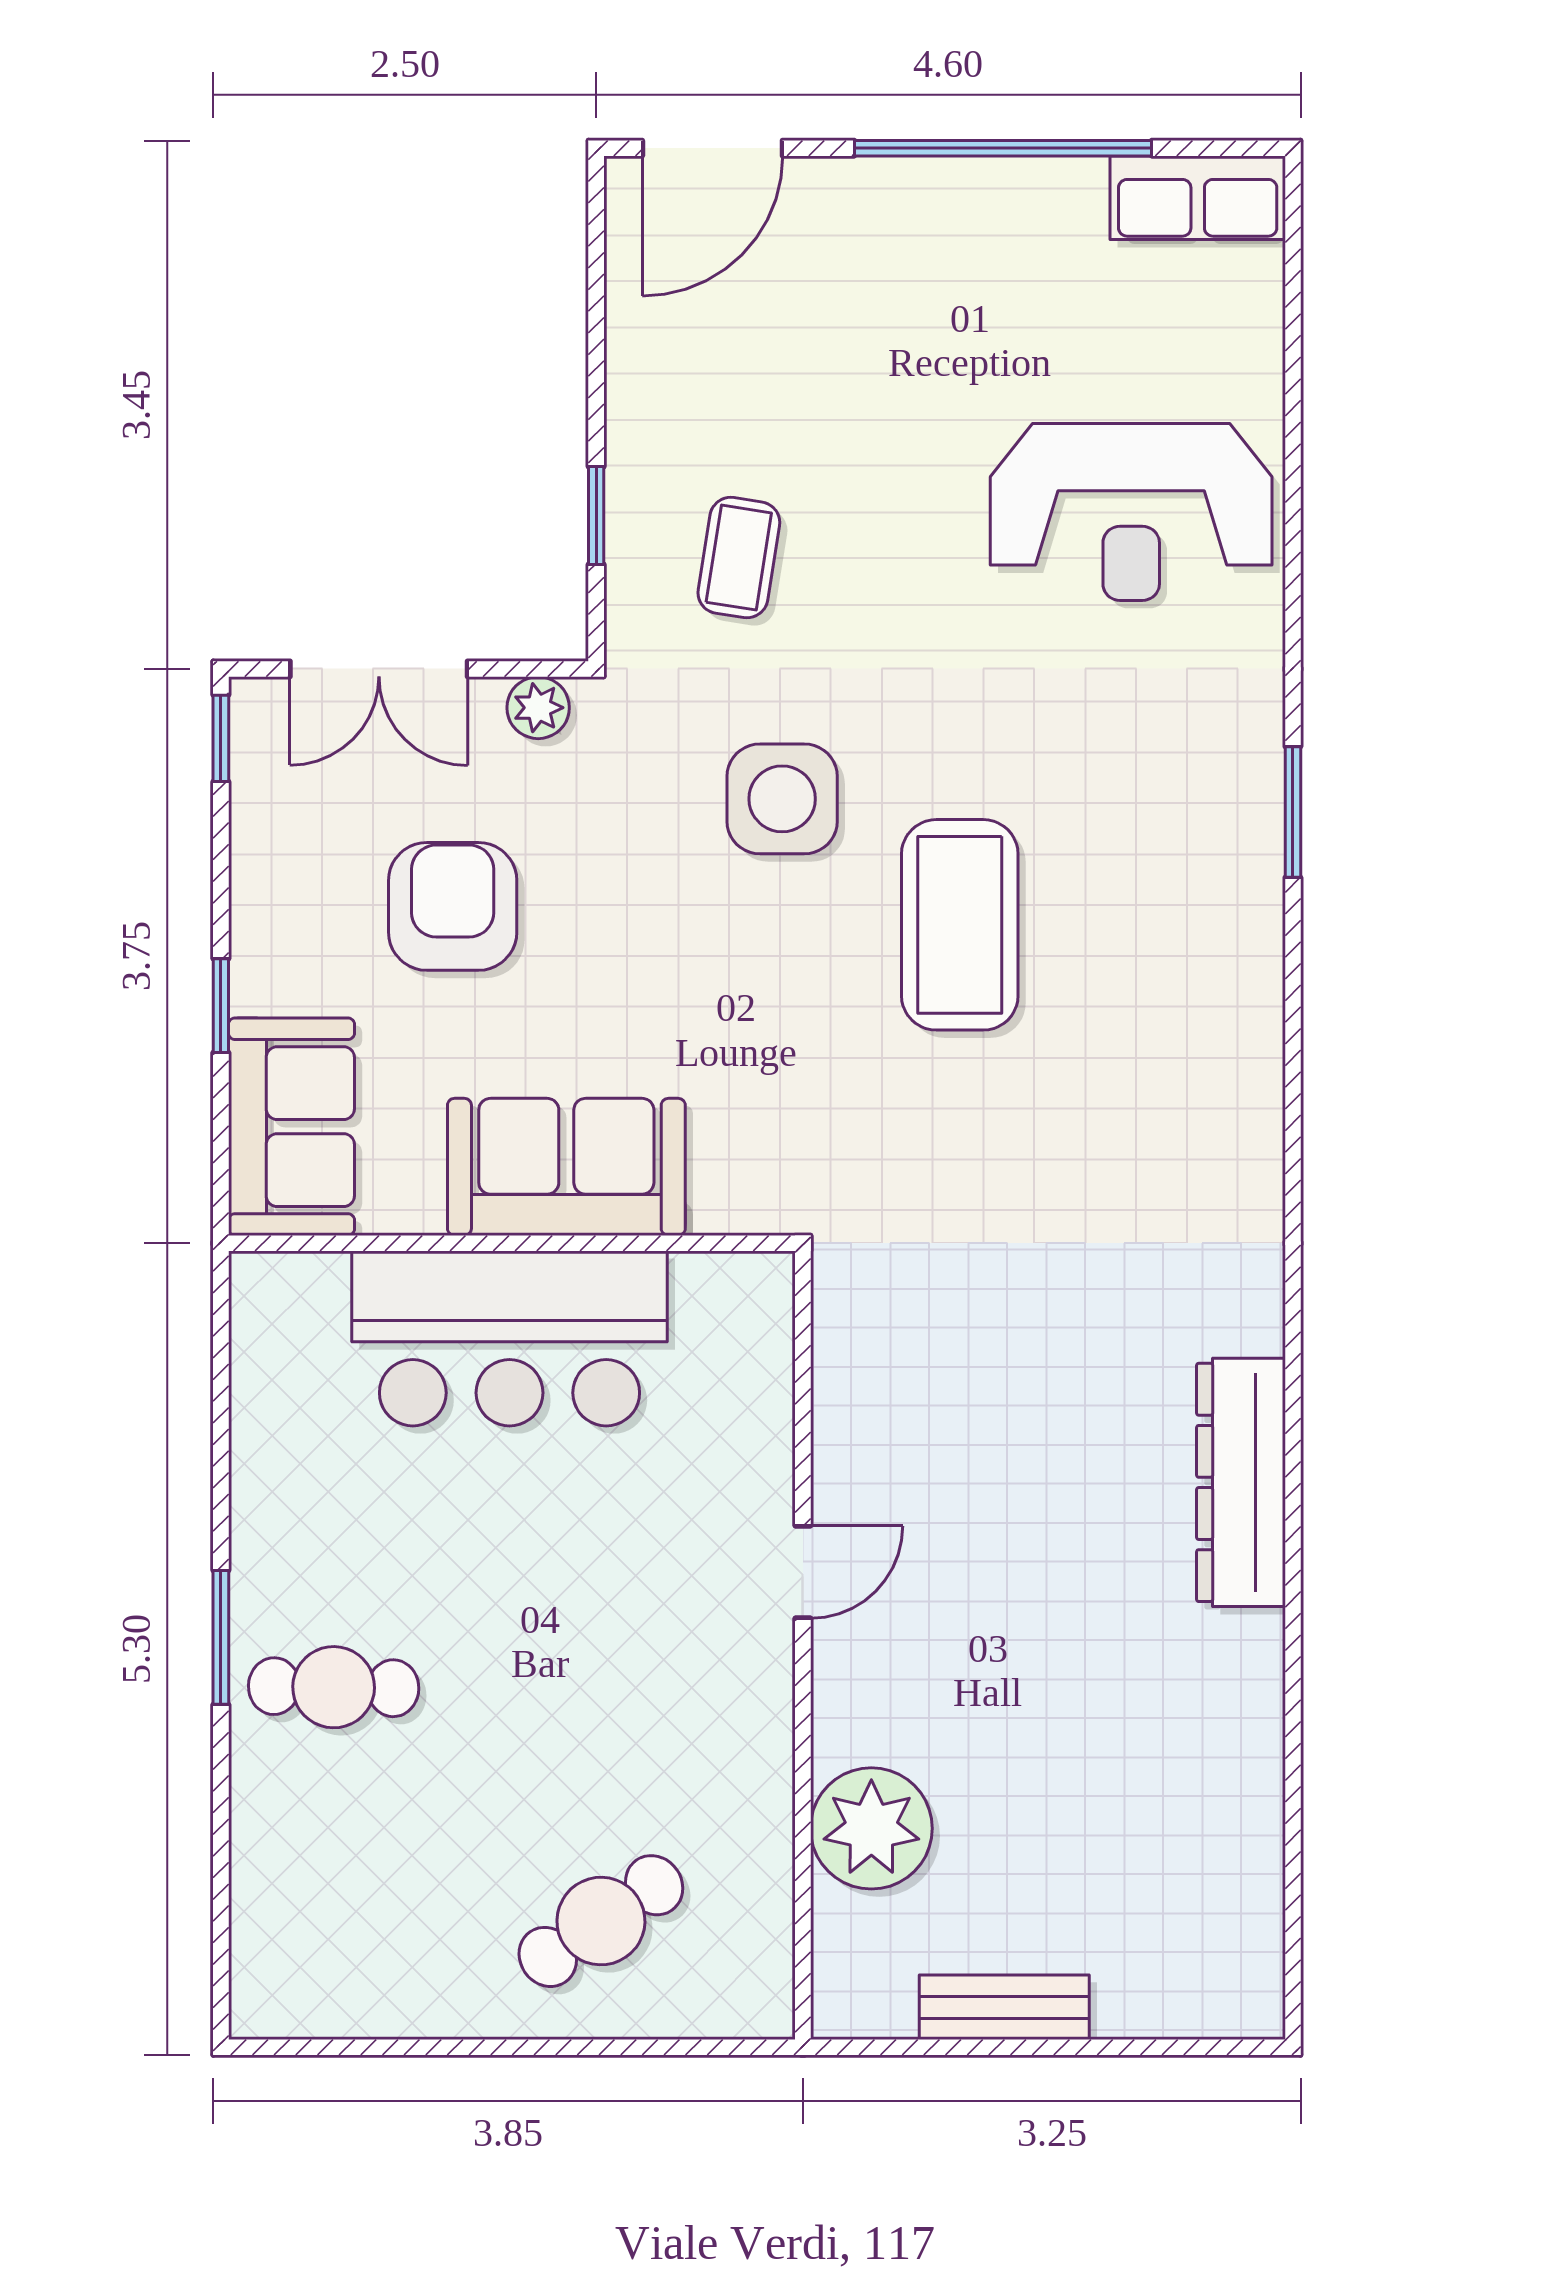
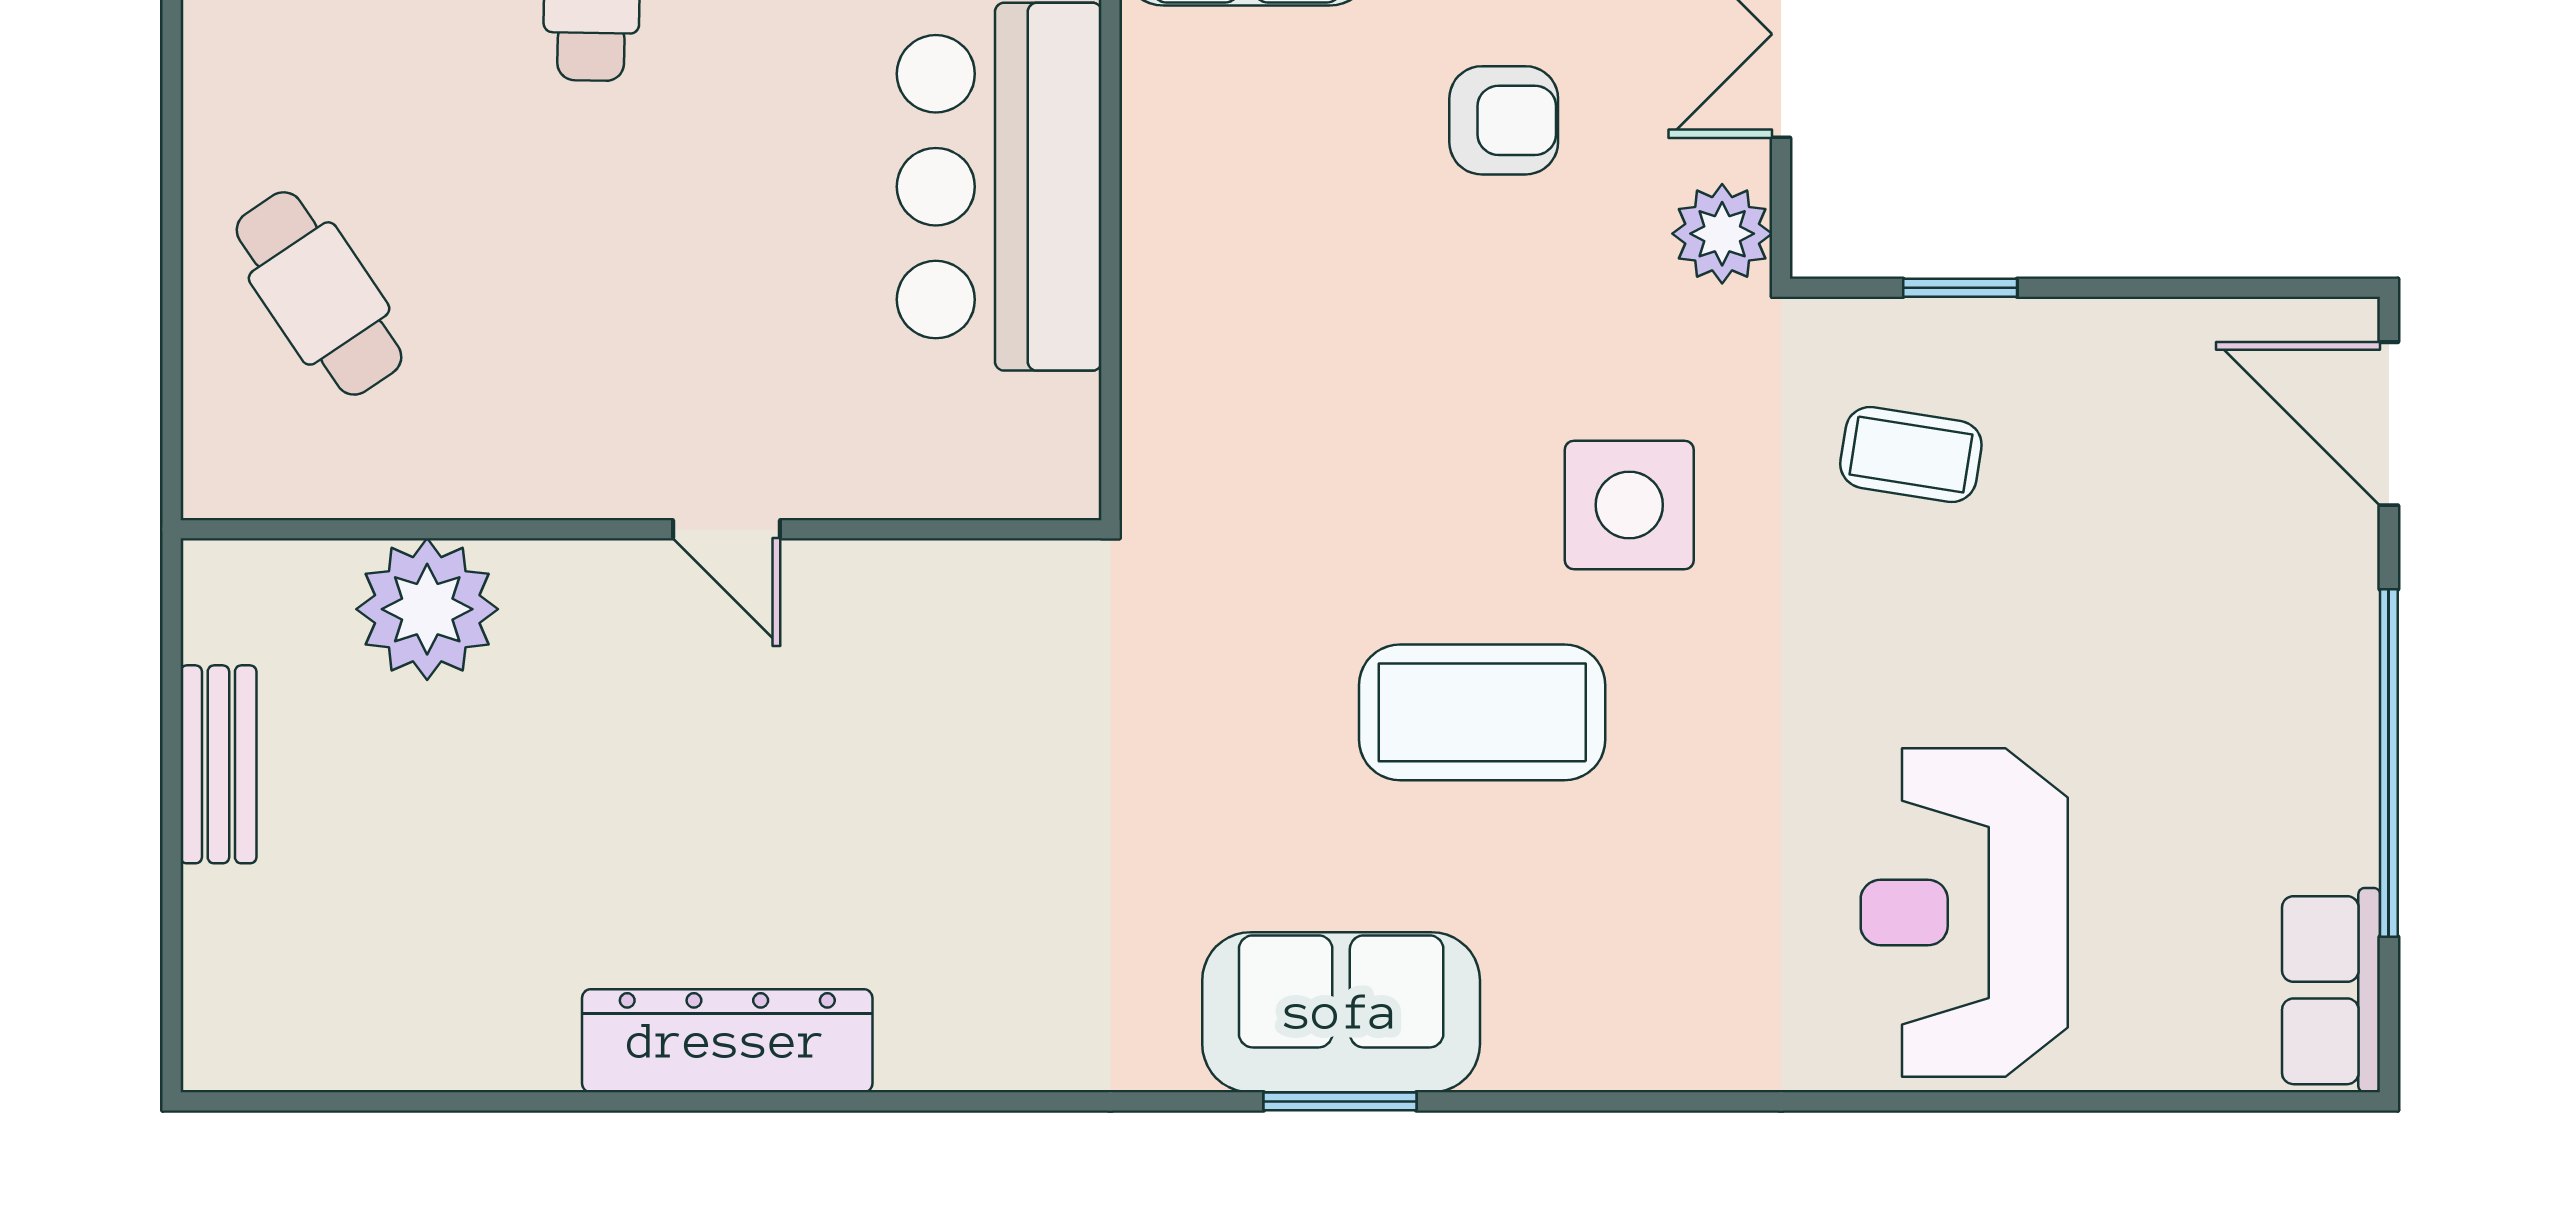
plant: (538, 708) -> (1722, 234), width x1.38, depth x1.38
window: (1293, 812) -> (1340, 1101), moved
armchair: (453, 906) -> (1504, 120), width x0.72, depth x0.72
sofa: (566, 1167) -> (1341, 1012), moved, turned -90
dresser: (1241, 1482) -> (727, 1041), moved

